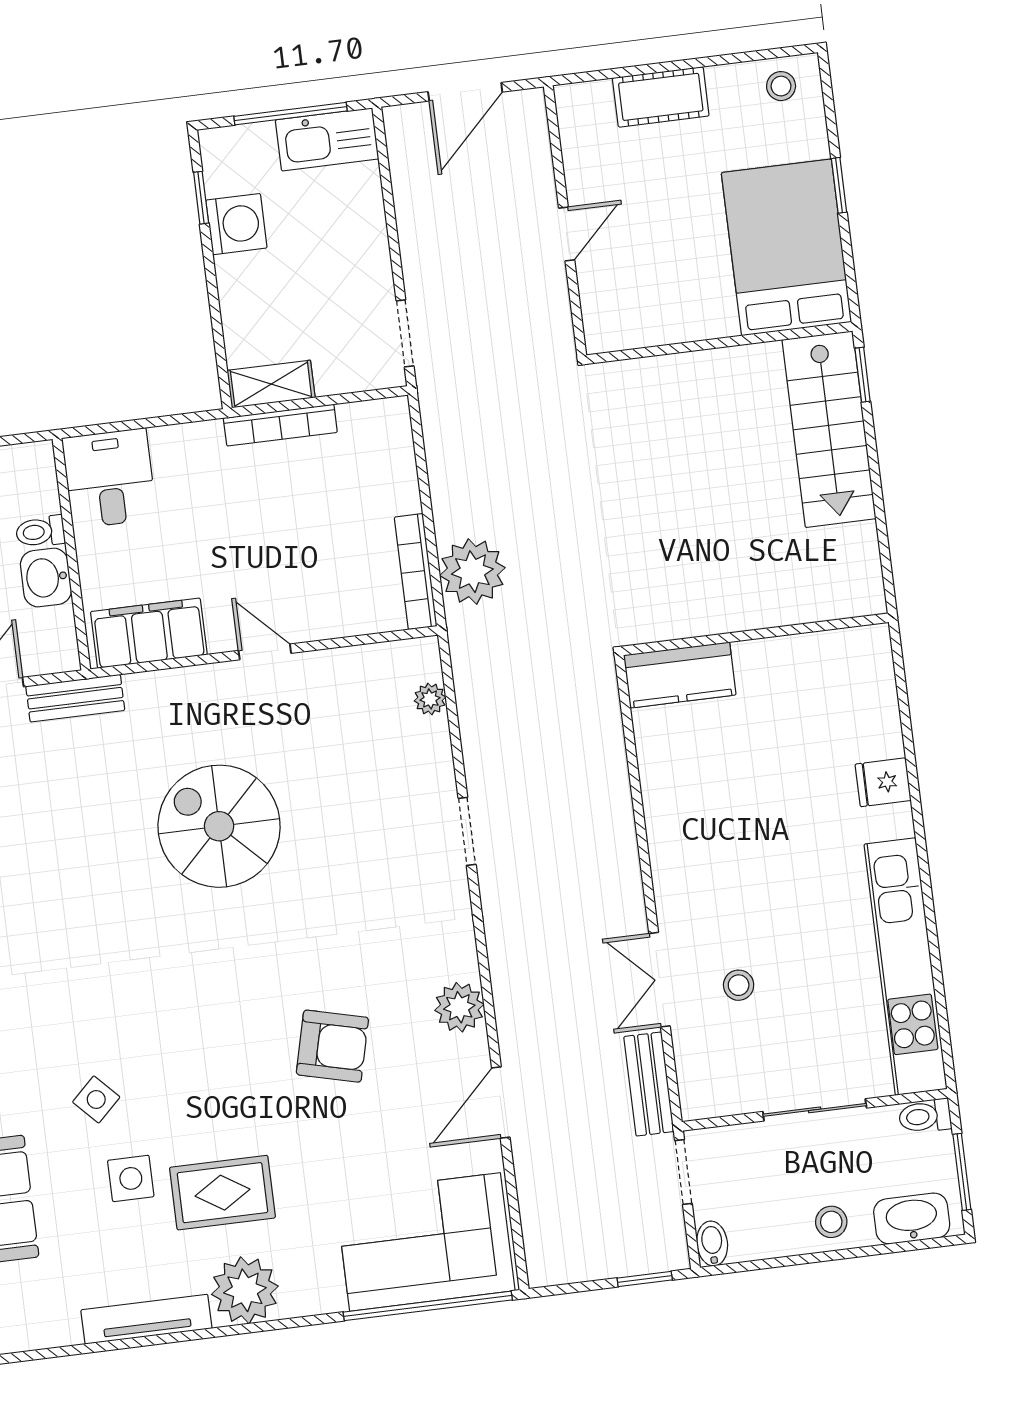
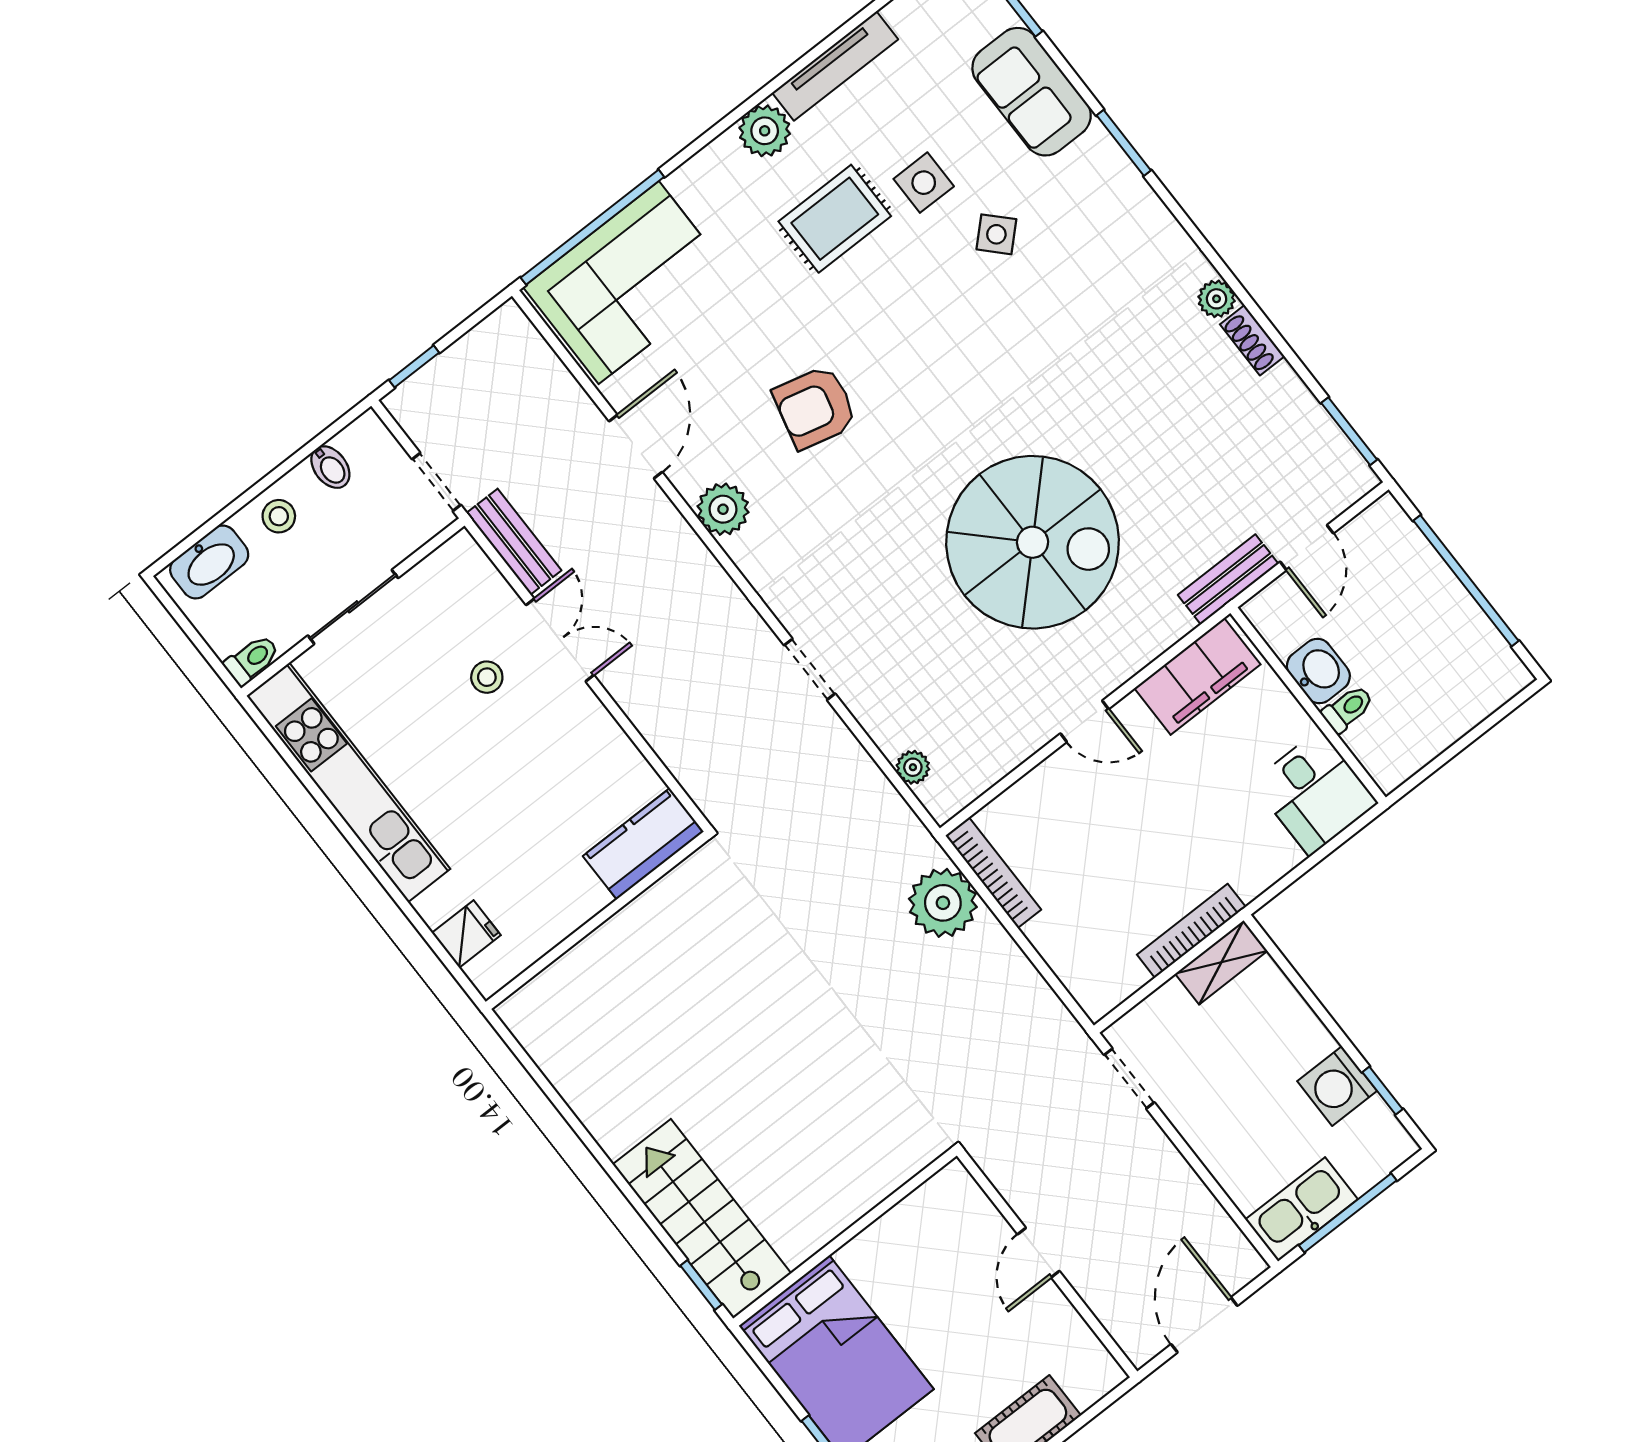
wall: (756, 634) -> (598, 920), moved
kitchen counter: (680, 675) -> (643, 844), moved
spiral stairs: (219, 826) -> (1033, 542), width x1.37, depth x1.37
window: (962, 1172) -> (189, 630), removed
bidet: (712, 1244) -> (330, 467), moved
plant: (245, 1290) -> (765, 131), width x0.73, depth x0.73

